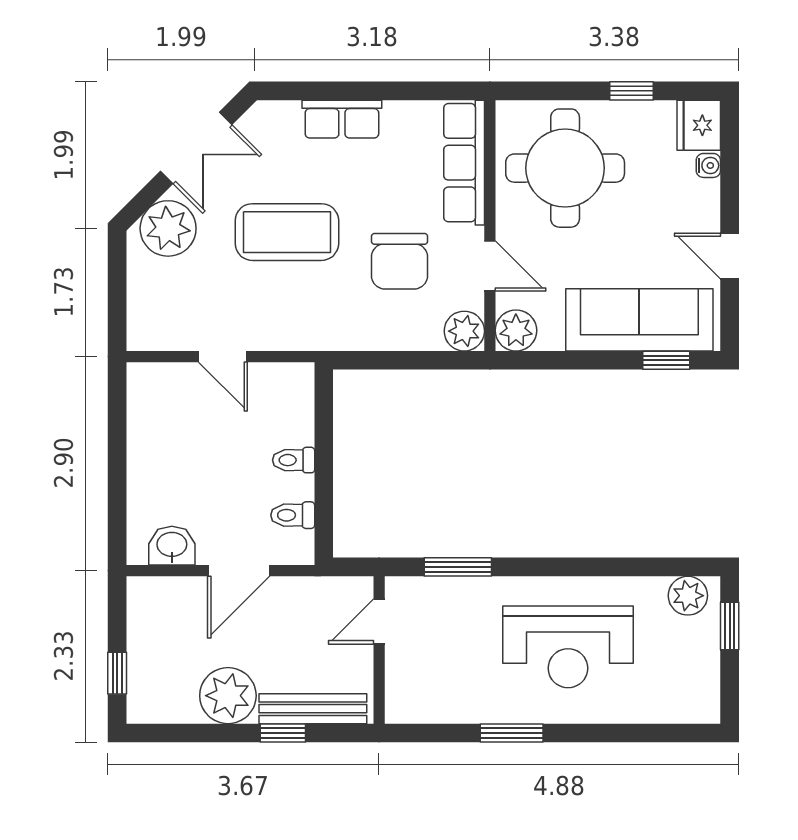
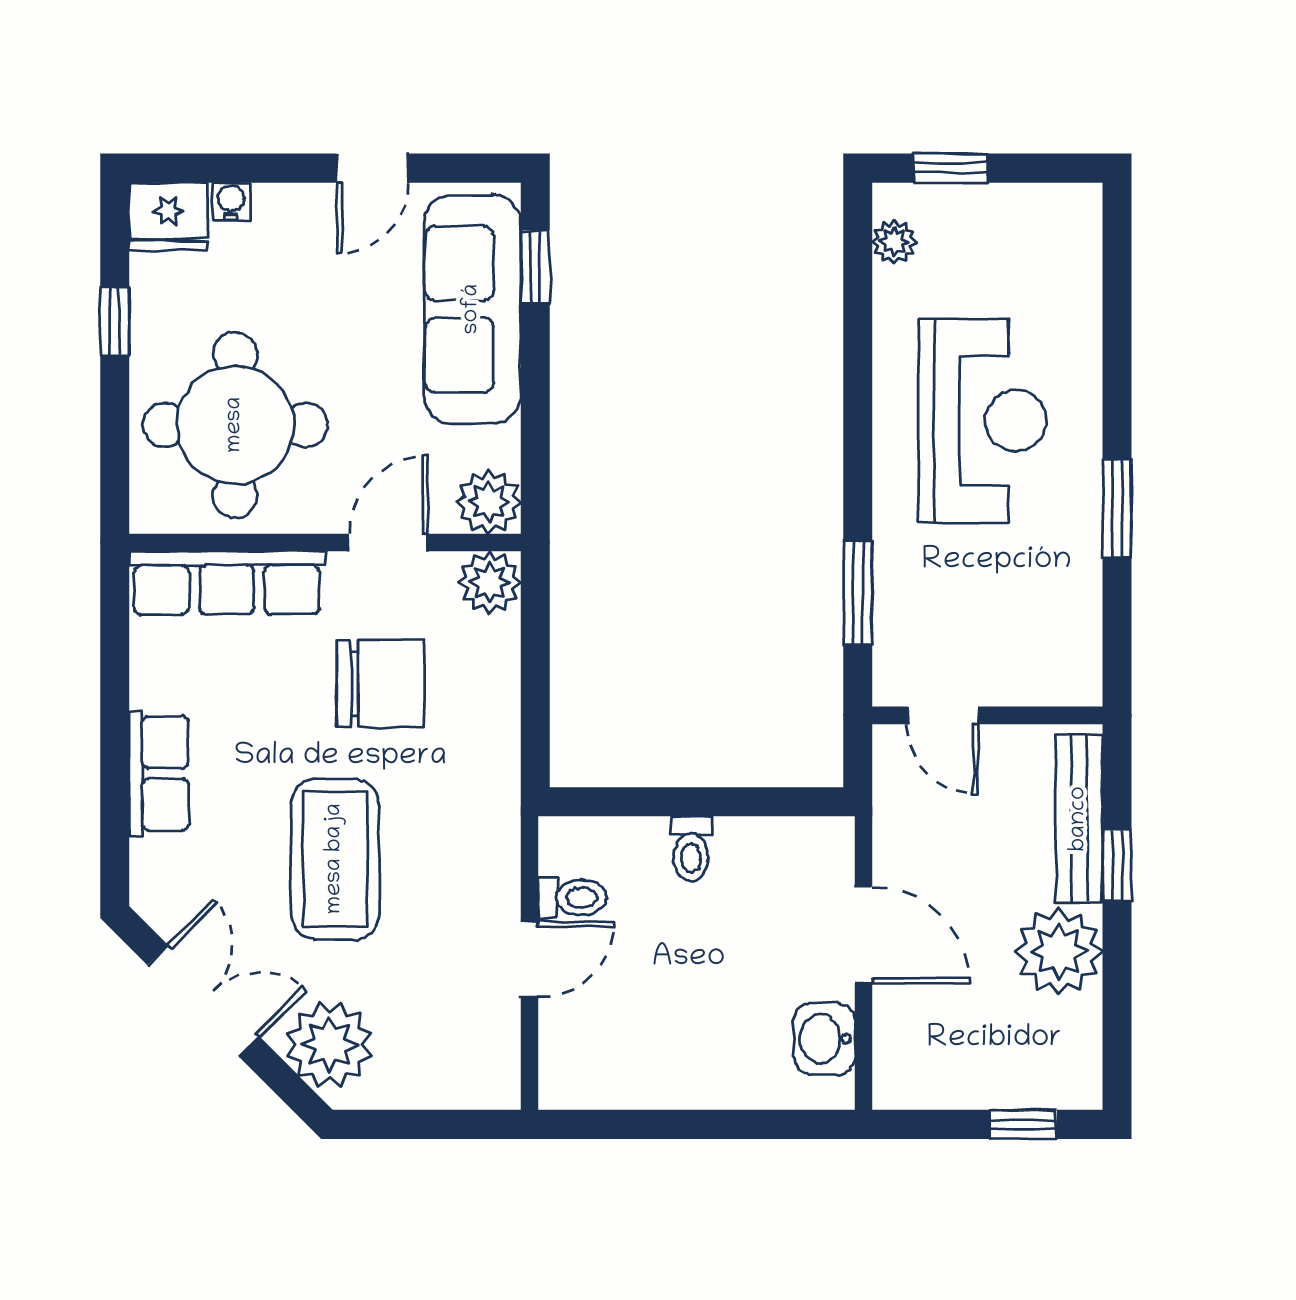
toilet: (293, 515) -> (572, 898), moved, turned -90
plant: (688, 596) -> (894, 242), width x0.73, depth x0.73

